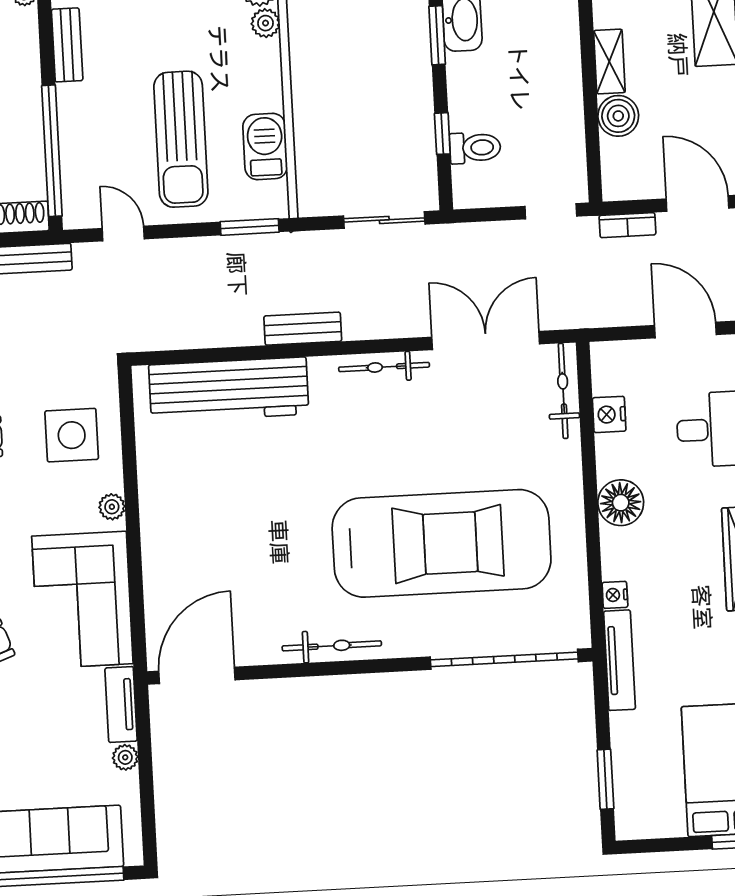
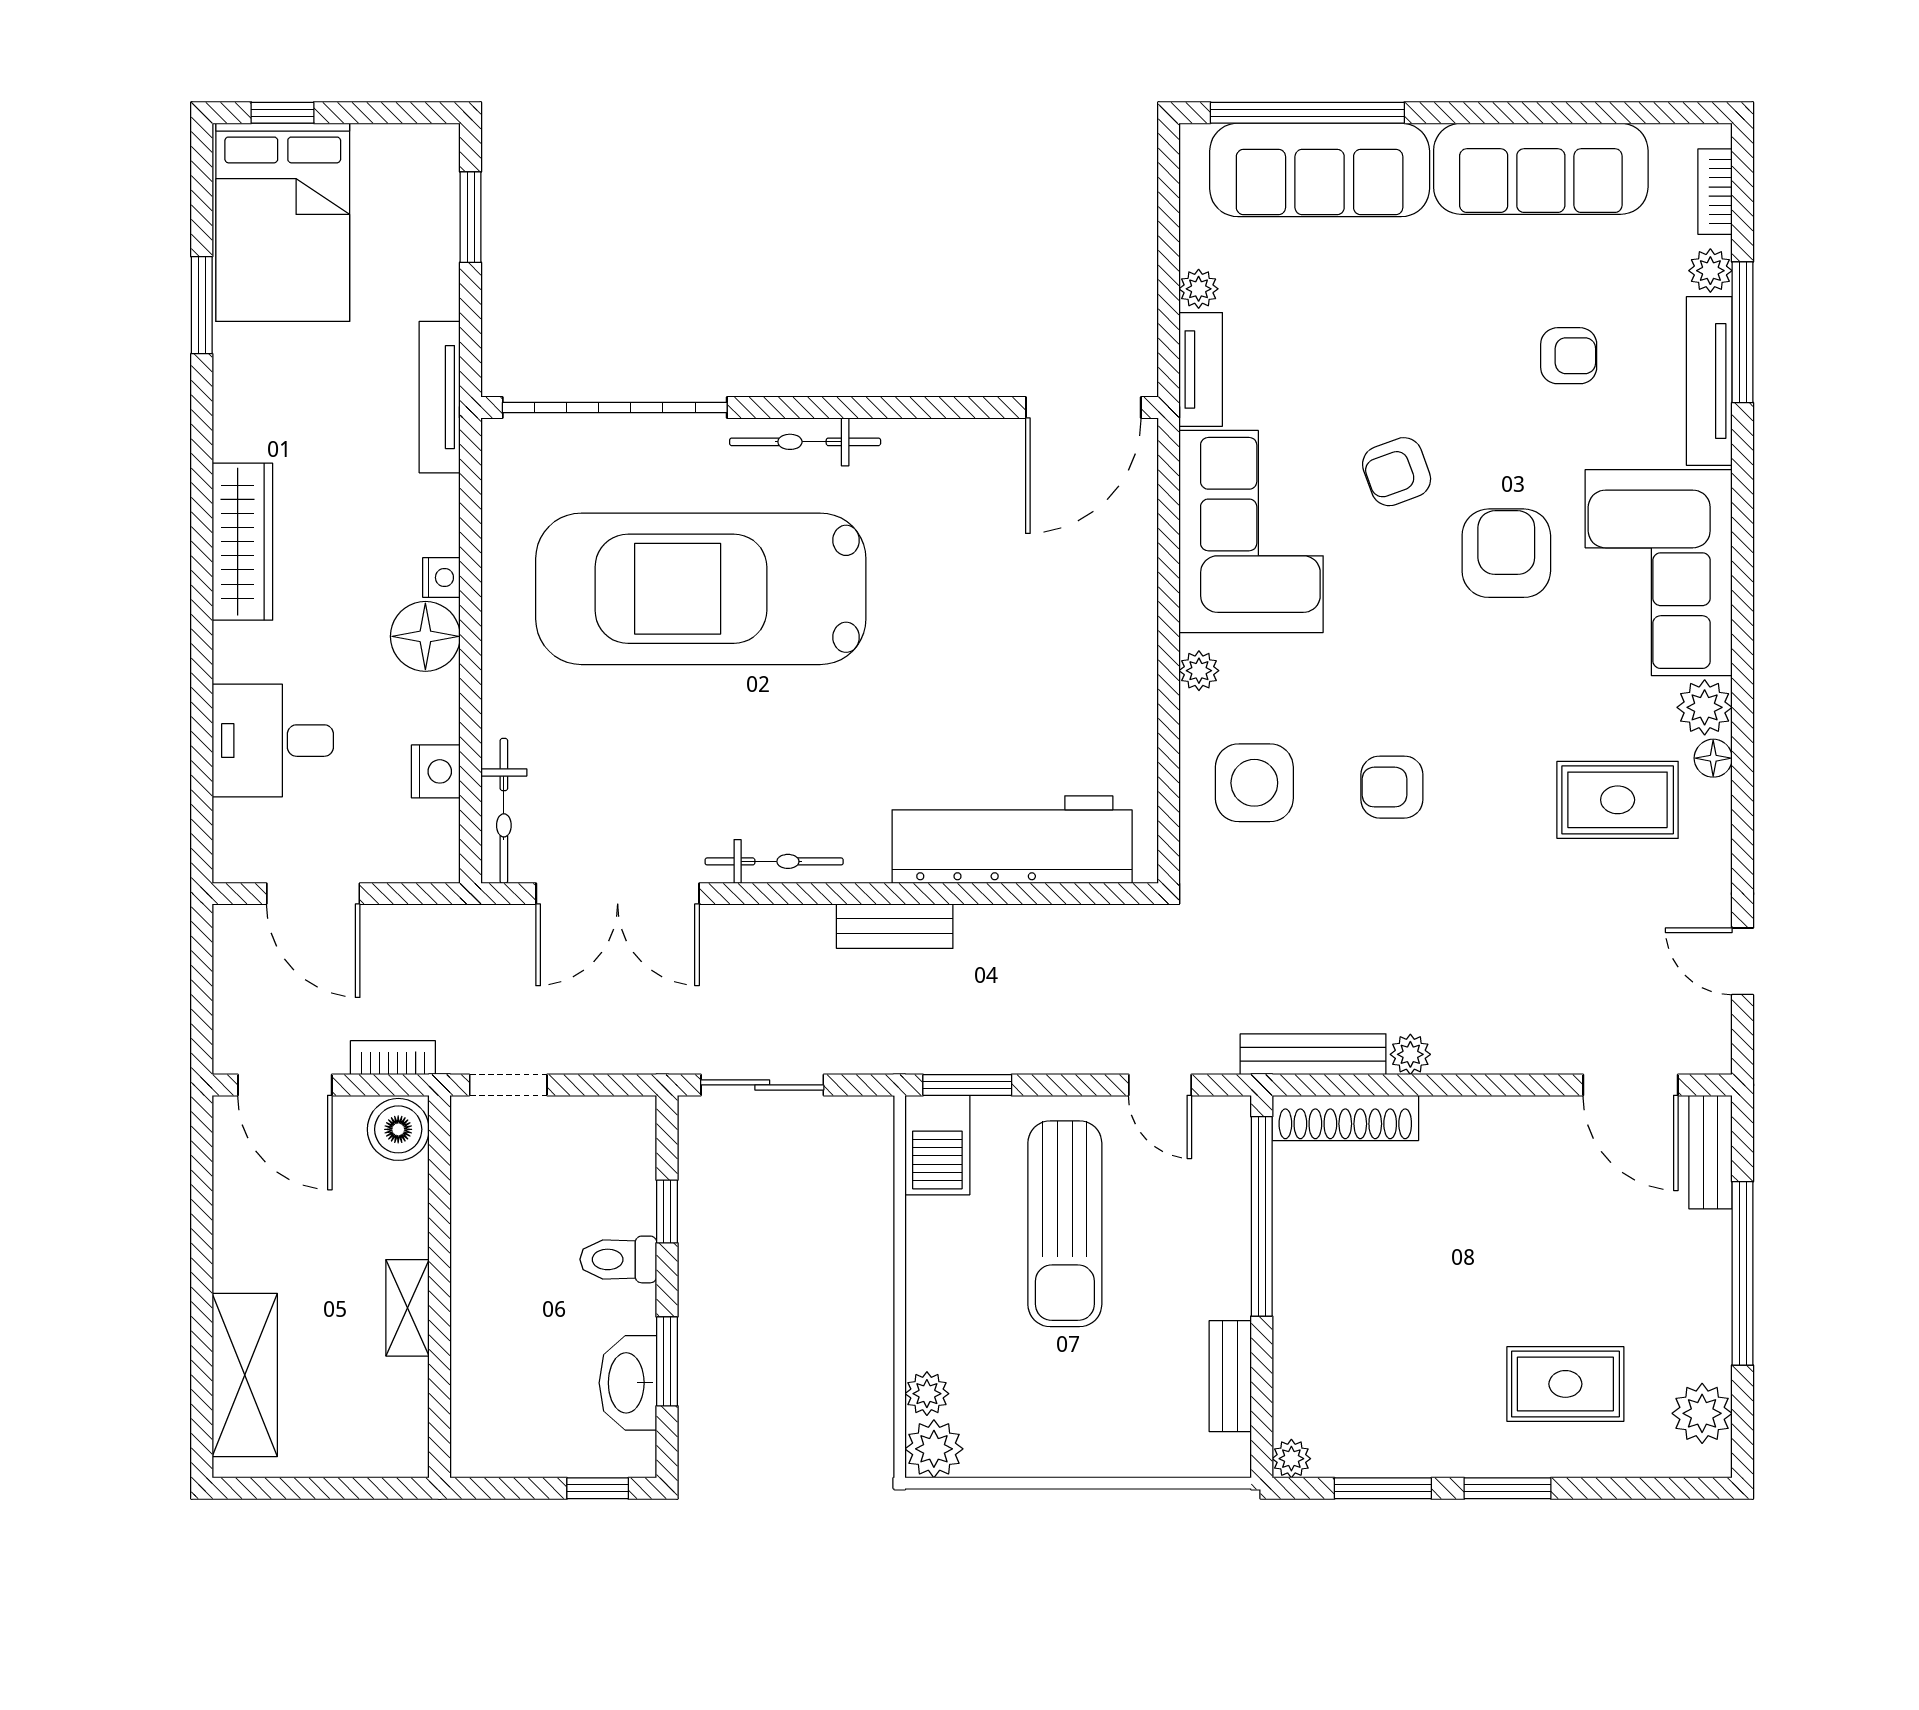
boiler: (618, 116) -> (398, 1129), moved
sun lounger: (181, 139) -> (1065, 1224), turned 180
barbecue: (265, 147) -> (937, 1145), moved
toilet: (475, 148) -> (618, 1259), moved
nightstand: (615, 595) -> (441, 578), moved
bicycle: (332, 646) -> (805, 442), moved

